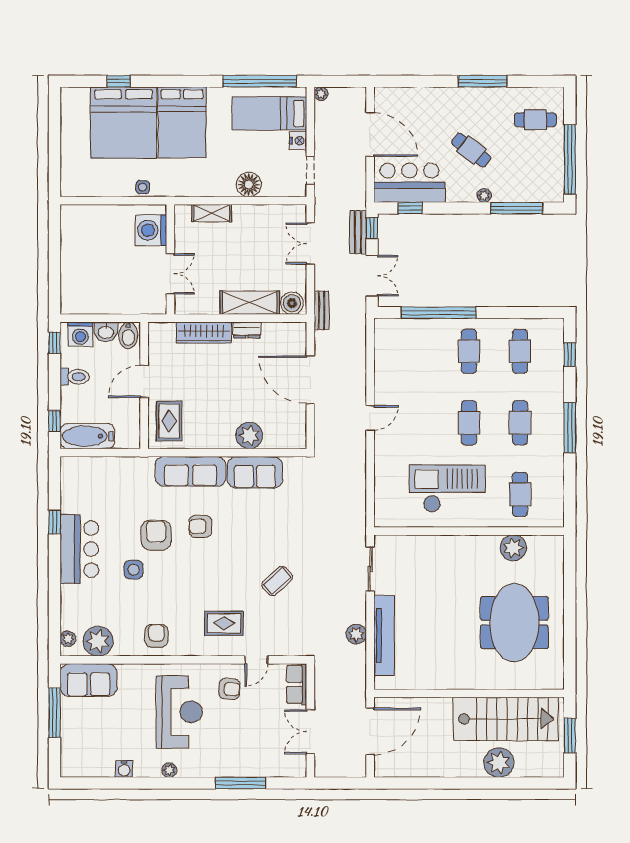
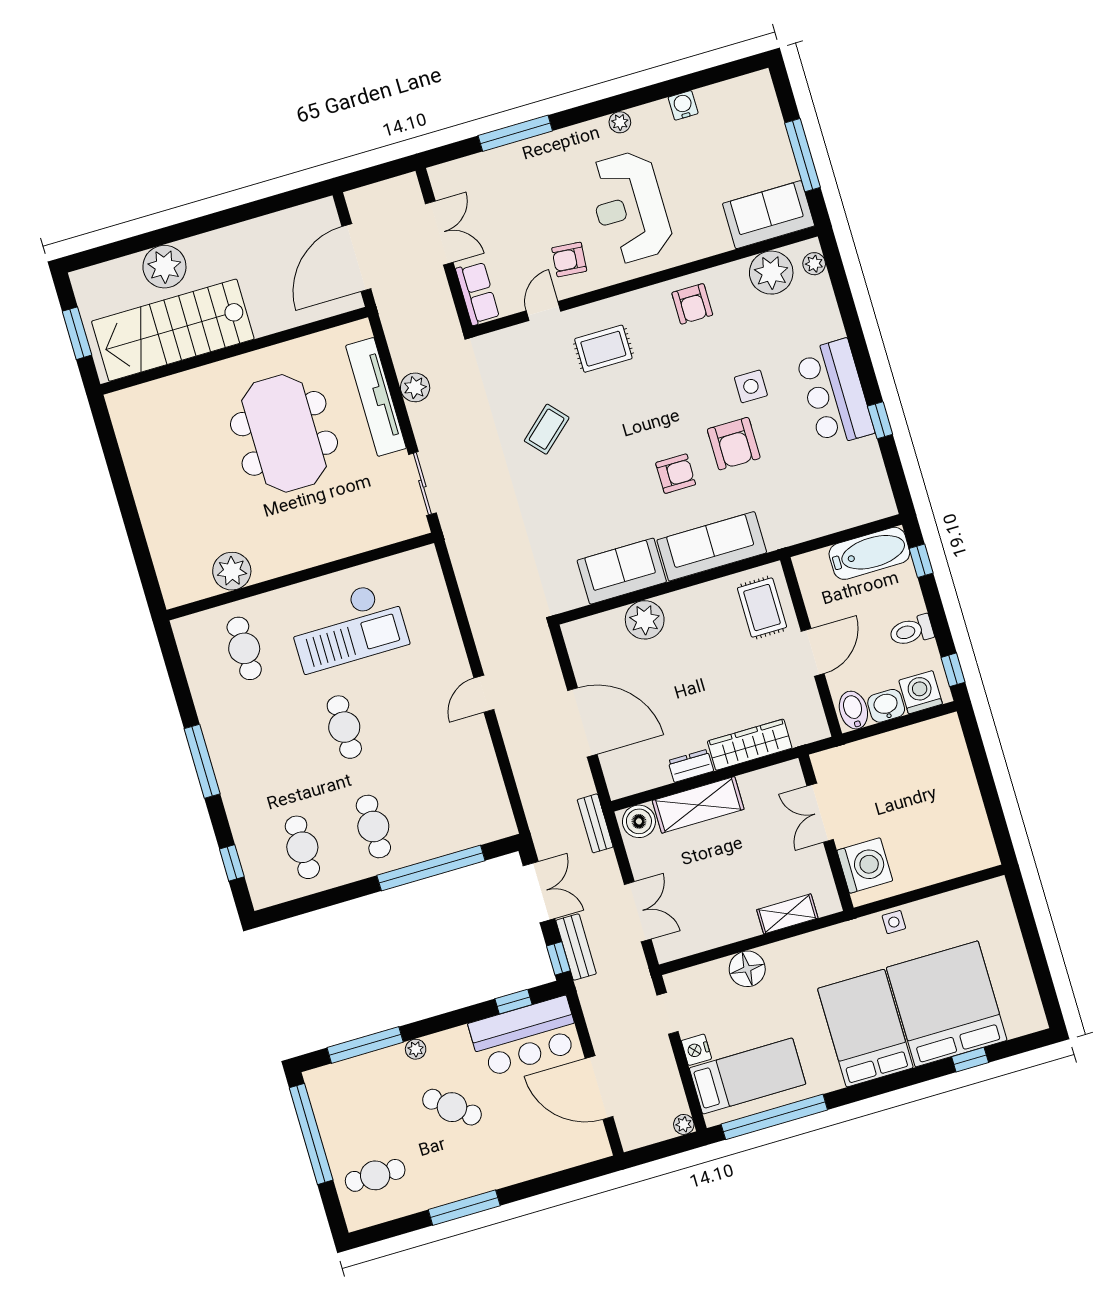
double door: (372, 276) -> (539, 892), swing flipped
cafe table: (520, 423) -> (273, 748), removed
meeting table: (514, 623) -> (284, 433), moved

